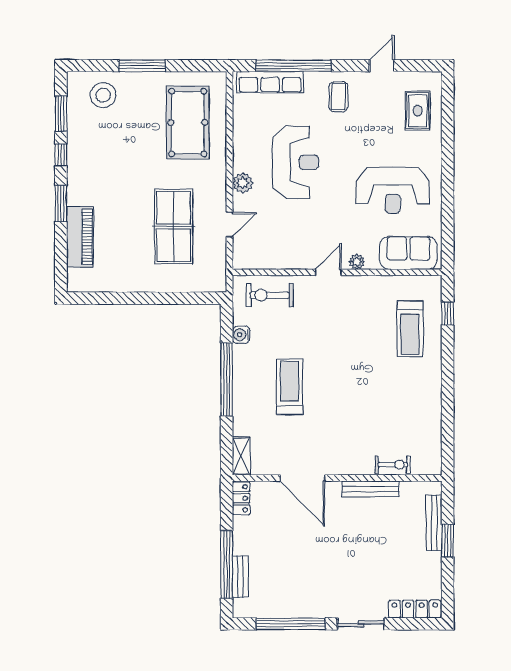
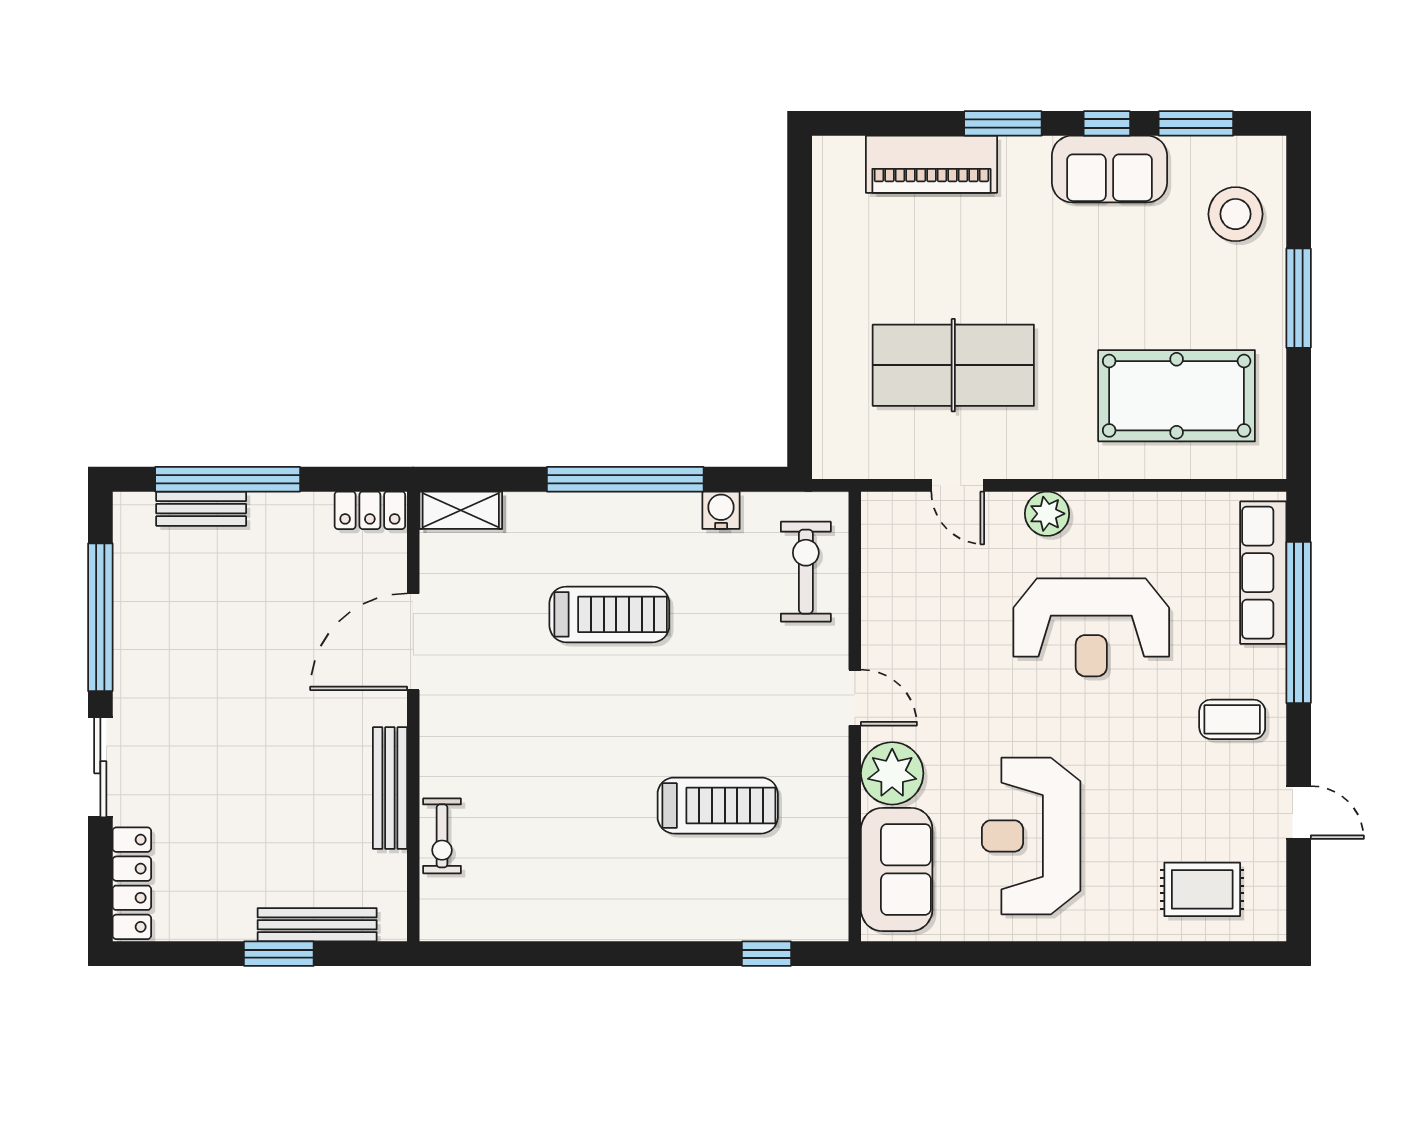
sofa: (82, 154) -> (1109, 169), added
plant: (357, 262) -> (892, 773), width x1.87, depth x1.87
treadmill: (410, 329) -> (718, 806), moved, turned 180

